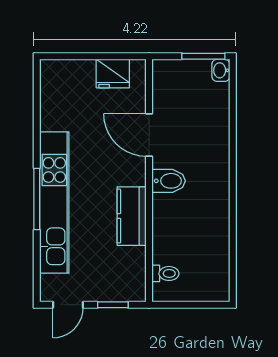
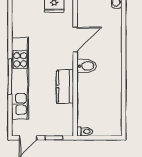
door: (149, 135) -> (75, 39), swing flipped
toilet: (165, 273) -> (85, 131), moved

